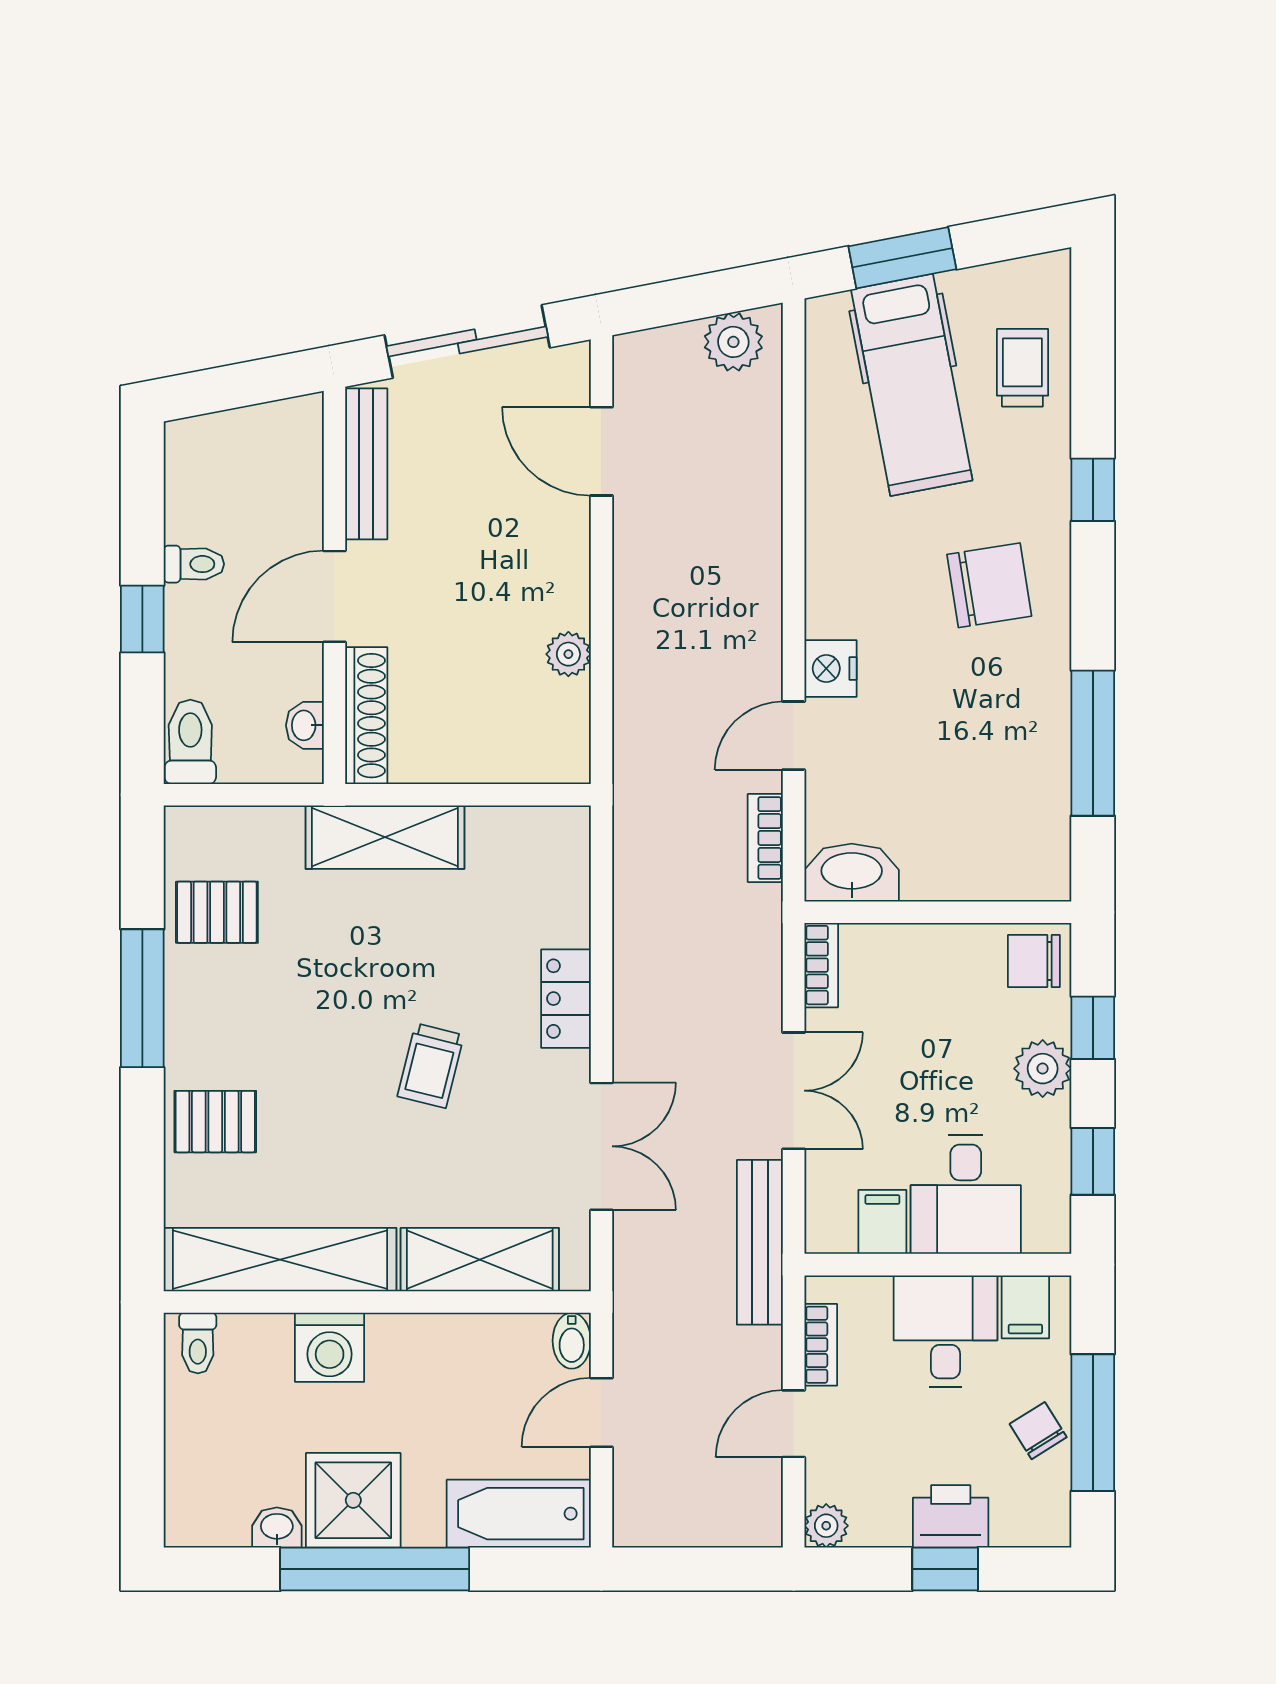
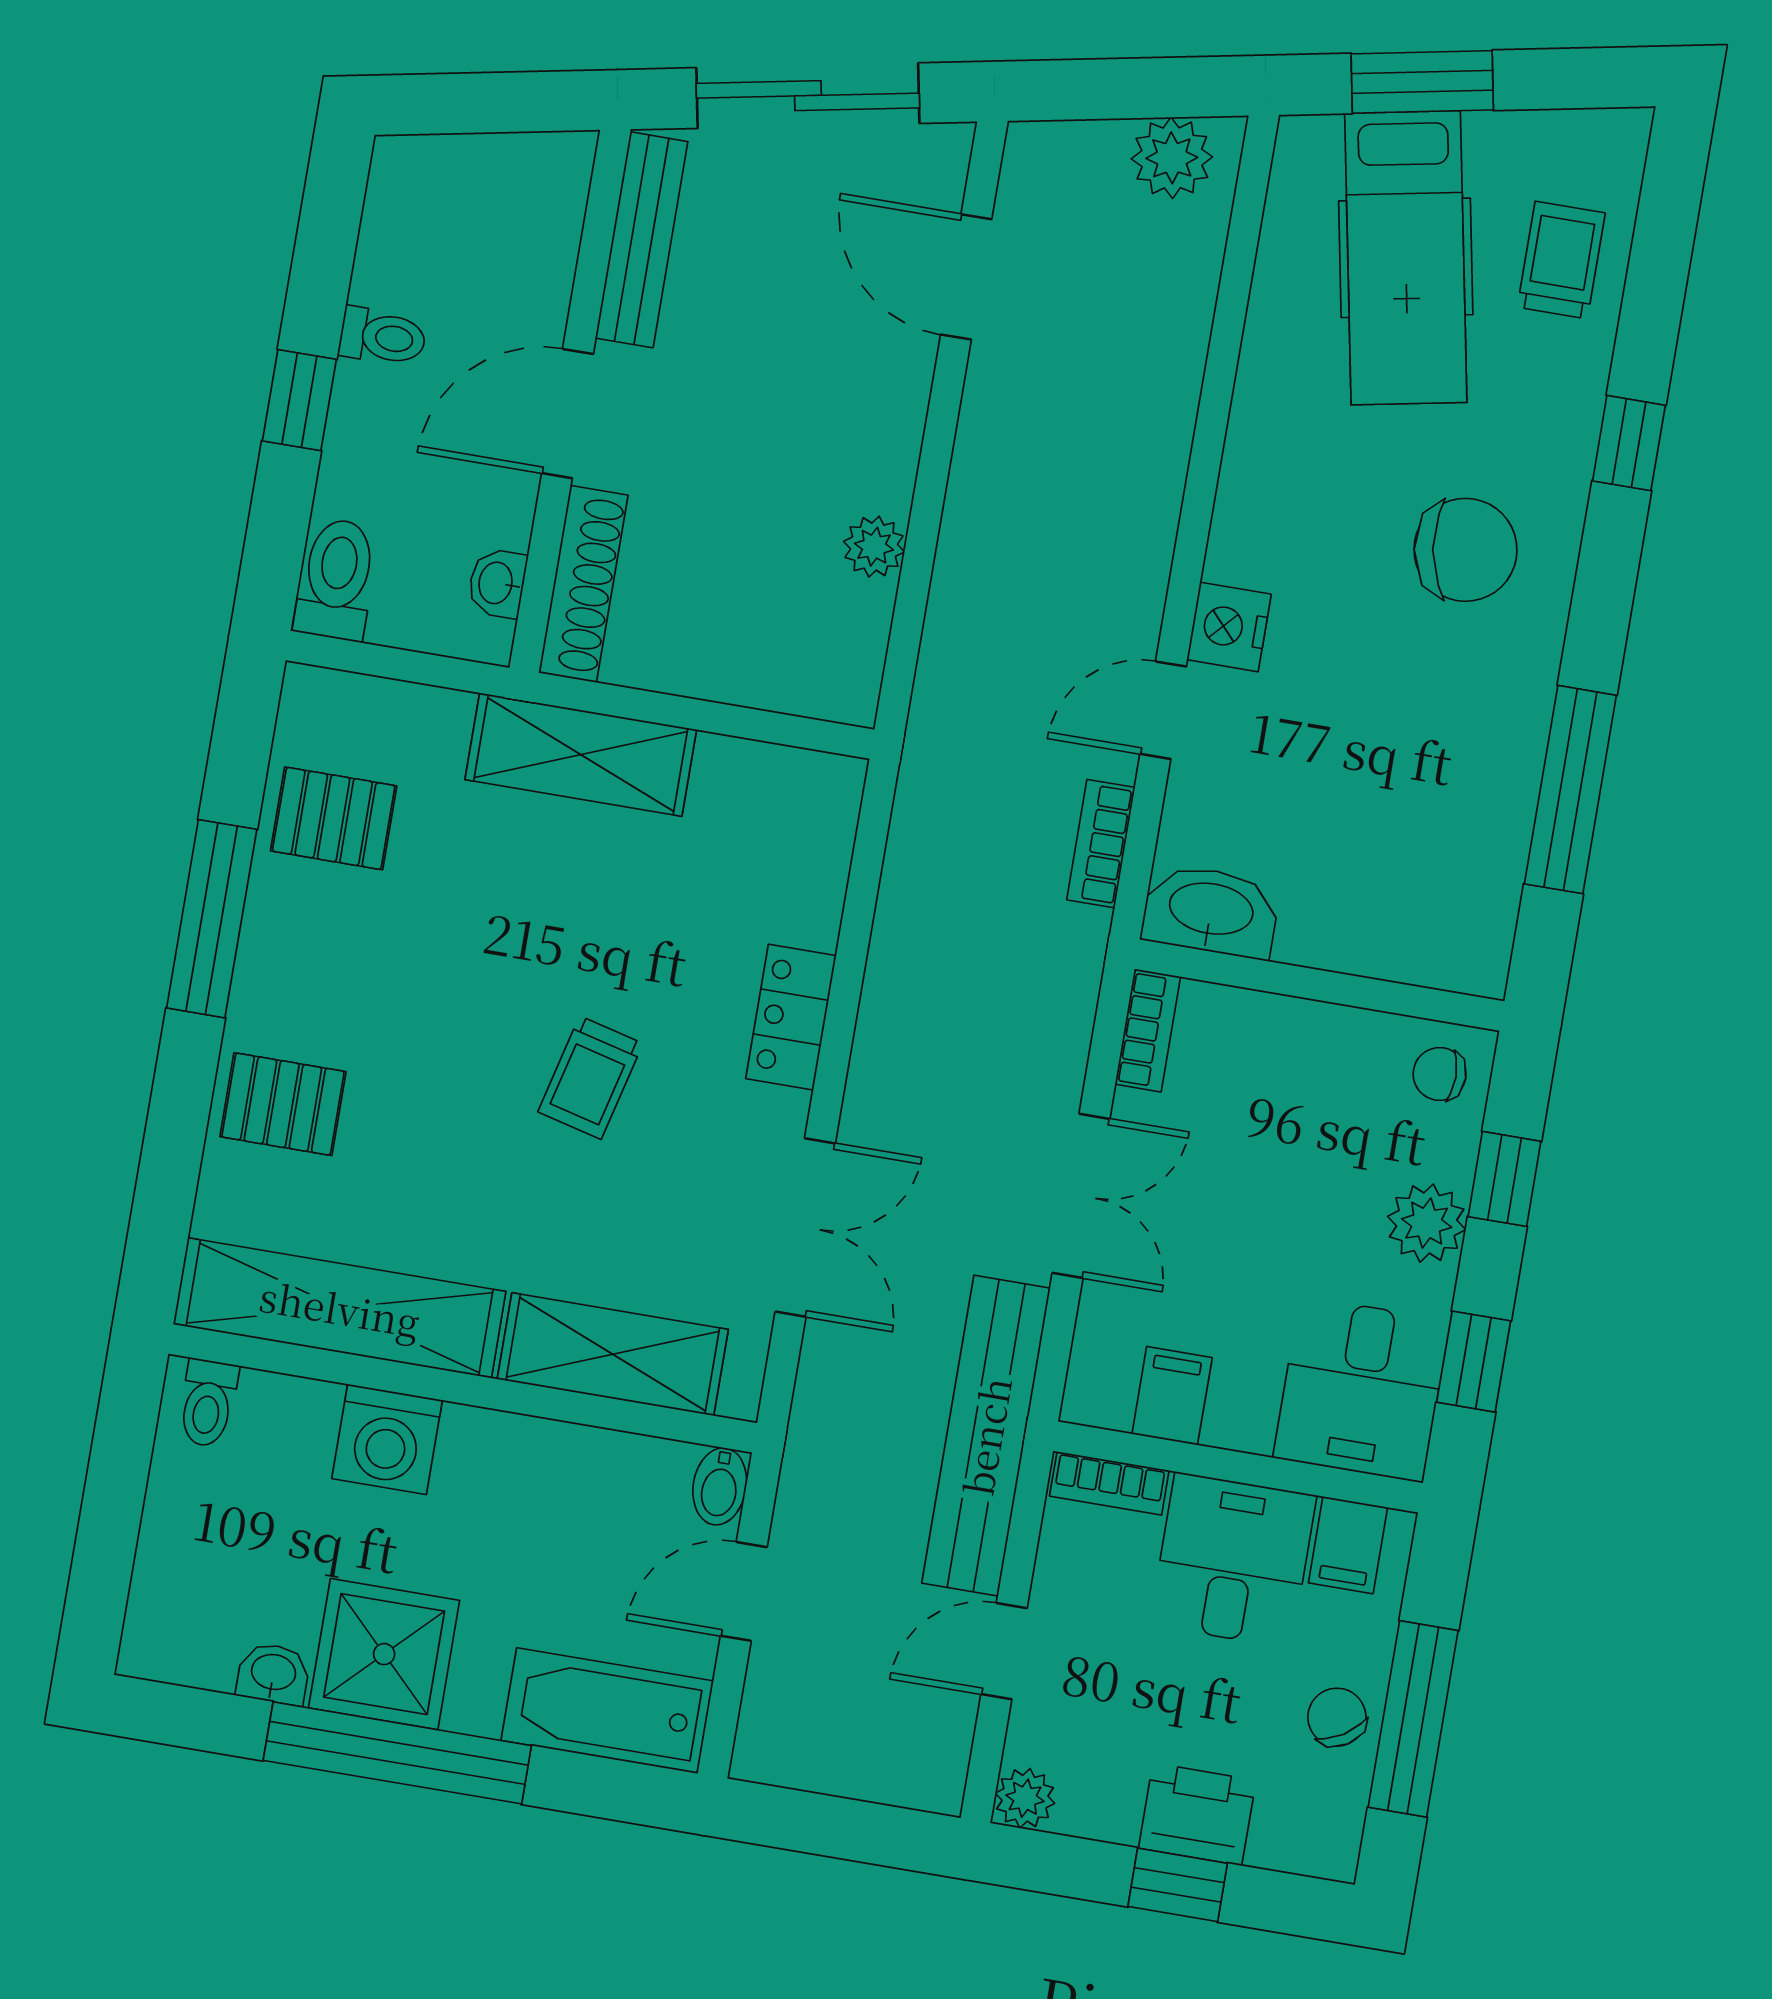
chair: (1034, 961) -> (1440, 1074), width x0.73, depth x0.73
desk: (966, 1195) -> (1361, 1389), moved
bench: (760, 1242) -> (986, 1436), width x1.37, depth x1.21
bookcase: (821, 1345) -> (1109, 1483), moved, turned 90

